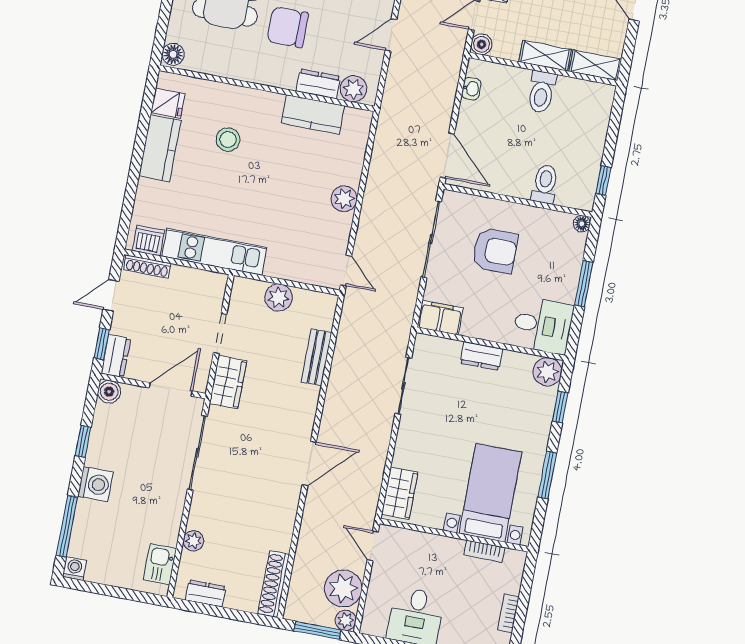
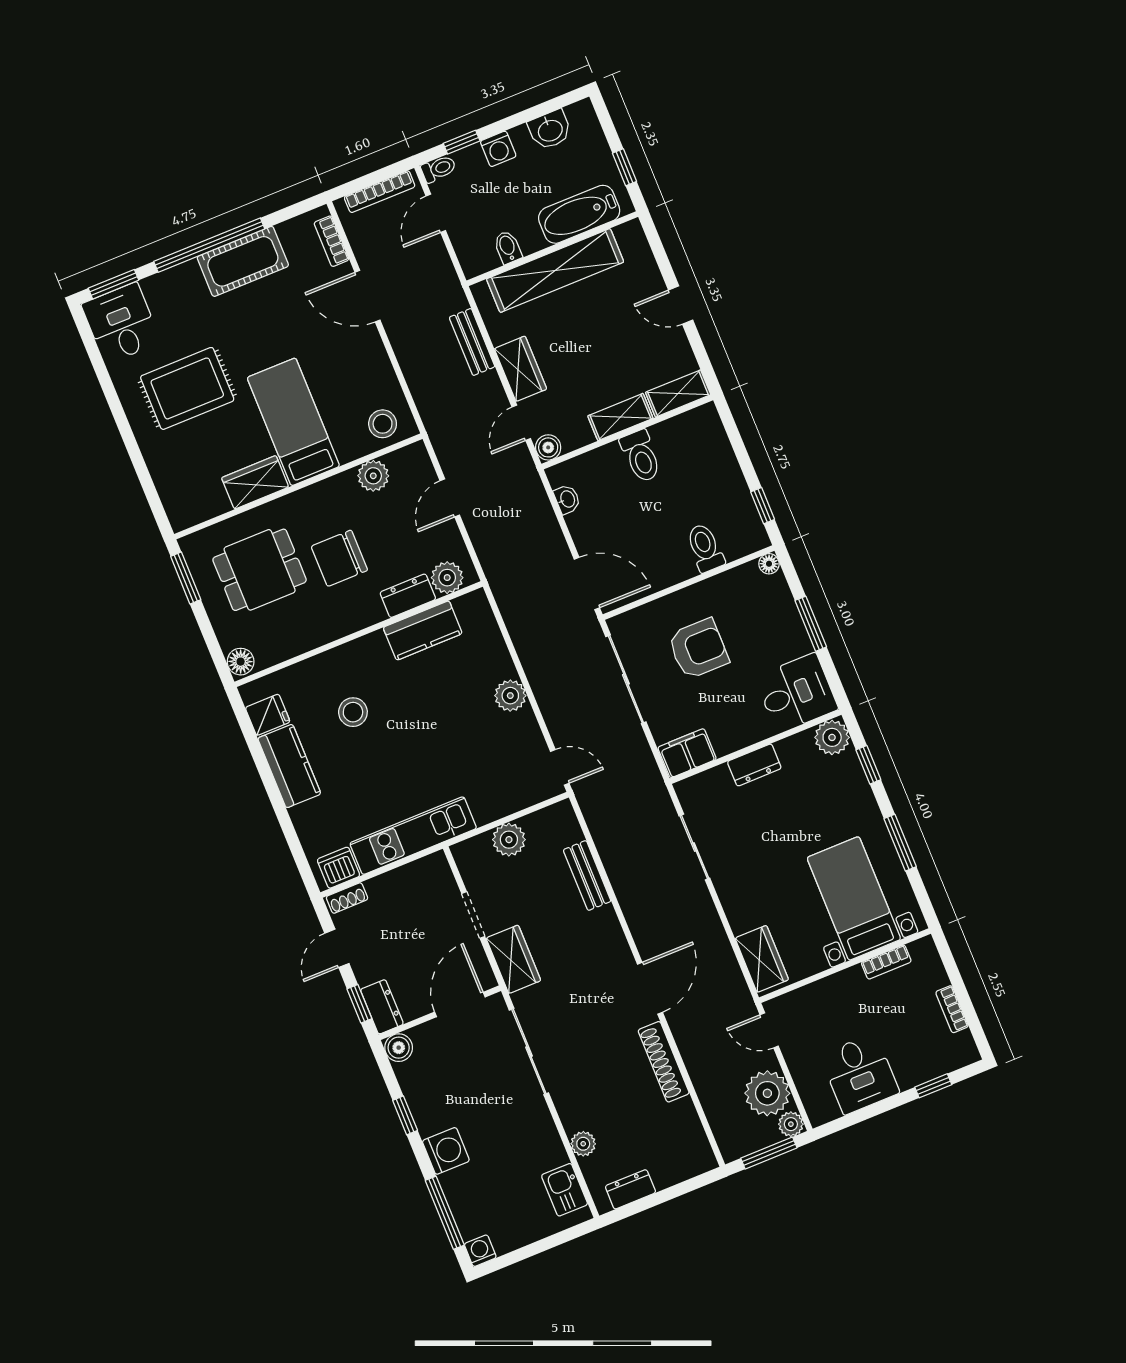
shoe rack: (147, 266) -> (347, 898), width x0.70
shoe rack: (274, 584) -> (664, 1062), moved

